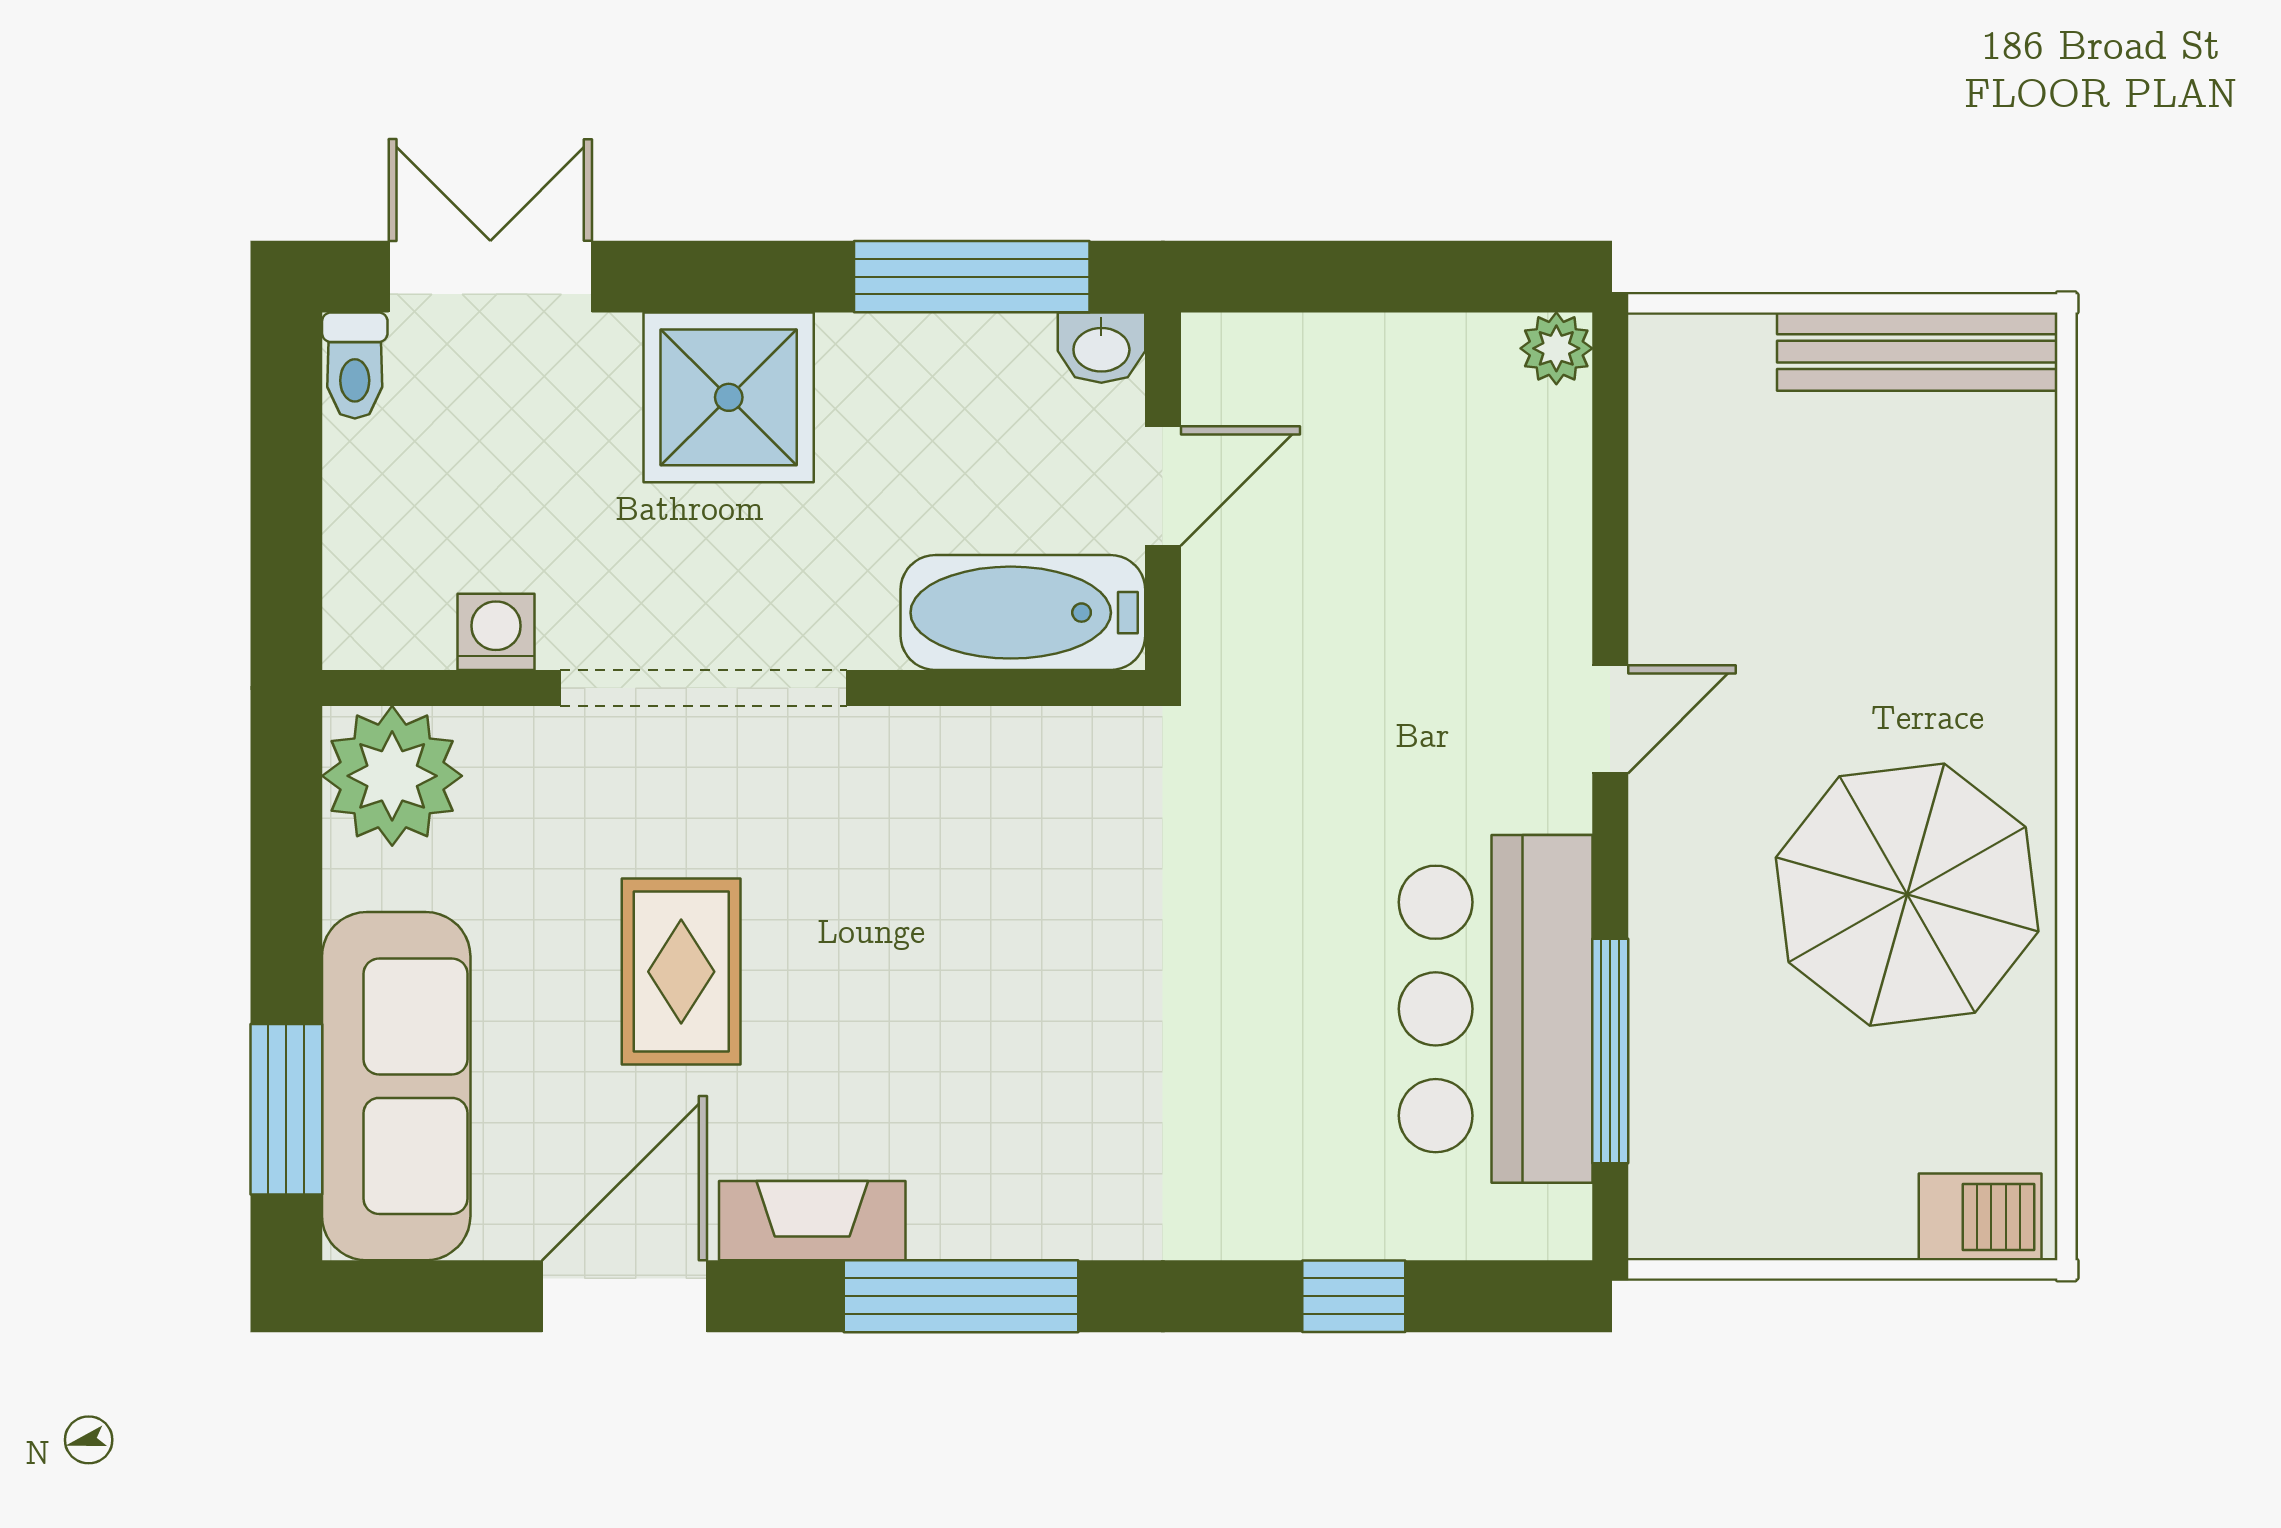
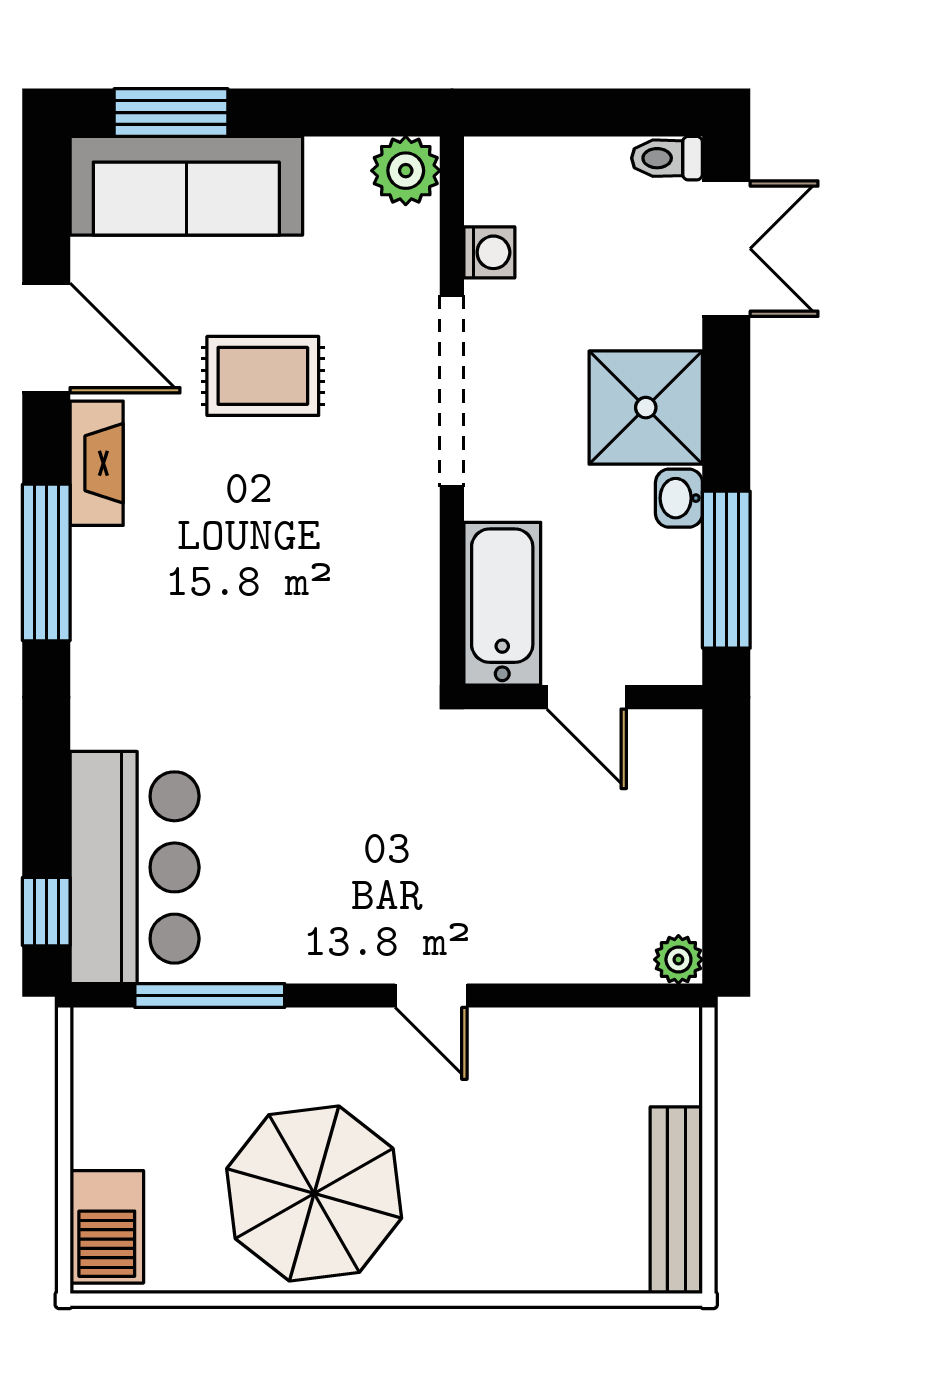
washbasin: (1101, 348) -> (679, 498), moved
plant: (392, 776) -> (406, 171), width x0.73, depth x0.73
bar counter: (1496, 1009) -> (135, 867), moved, turned 90
barbecue: (1980, 1217) -> (107, 1227), width x1.38, depth x1.27
window: (1354, 1296) -> (46, 912), moved

